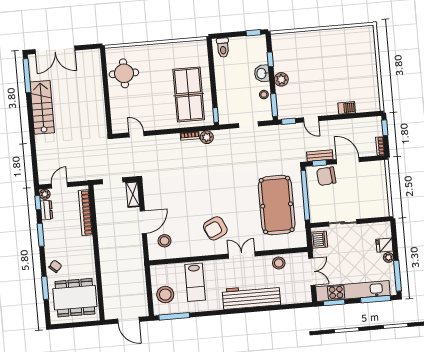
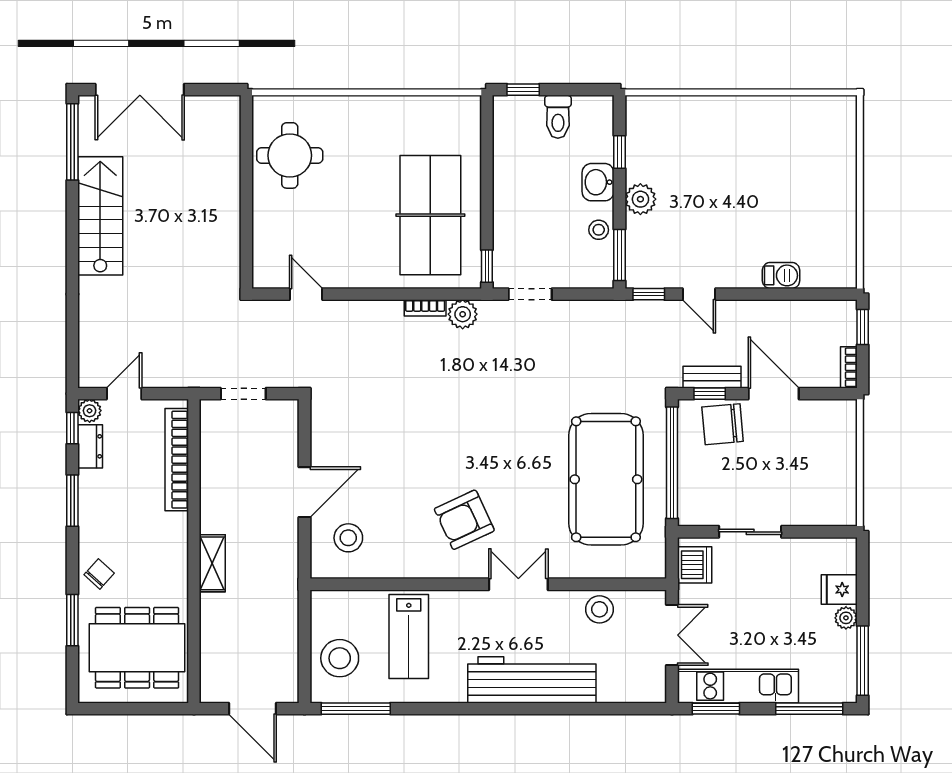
window: (253, 33) -> (523, 90), moved
toilet: (223, 48) -> (558, 117), moved
doorway: (249, 125) -> (530, 294), moved
shelving: (133, 194) -> (212, 563), moved
kitchen unit: (353, 291) -> (738, 686), width x0.73

